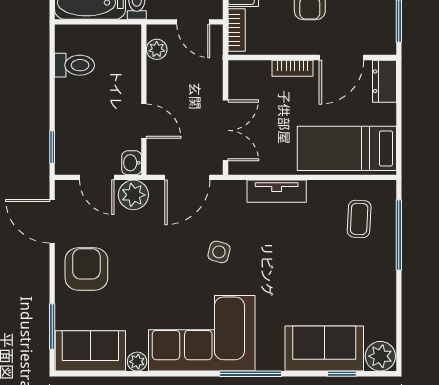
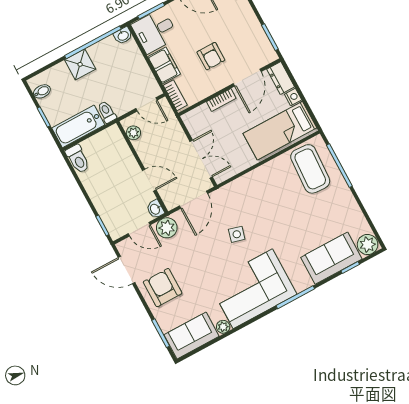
toilet: (74, 65) -> (78, 159), moved, turned 90
nightstand: (387, 114) -> (293, 97), added
tv unit: (277, 191) -> (252, 179), removed
coffee table: (359, 219) -> (310, 169), width x1.86, depth x1.72

